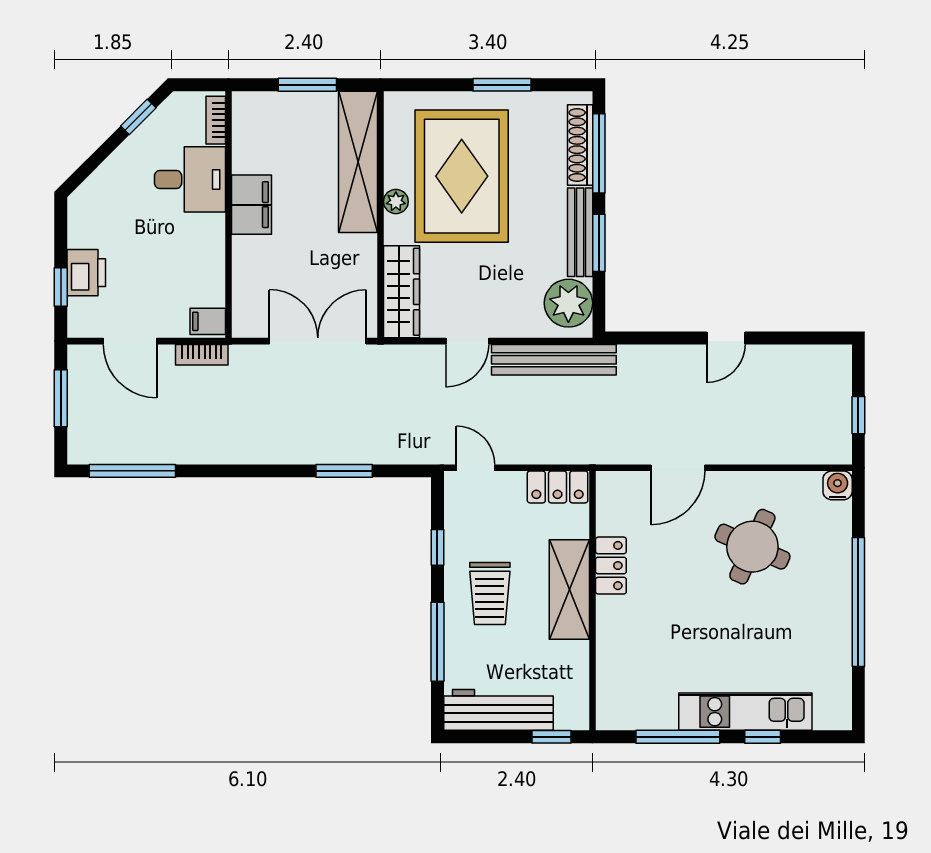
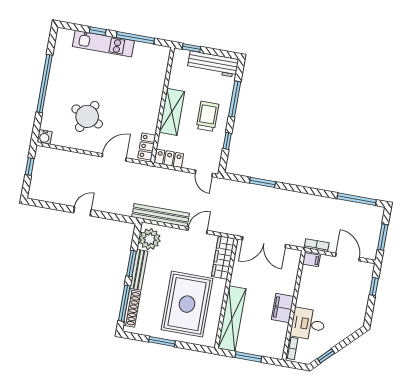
plant: (396, 202) -> (218, 298), removed
printer: (86, 273) -> (361, 291), removed
locker: (611, 566) -> (147, 146), moved

